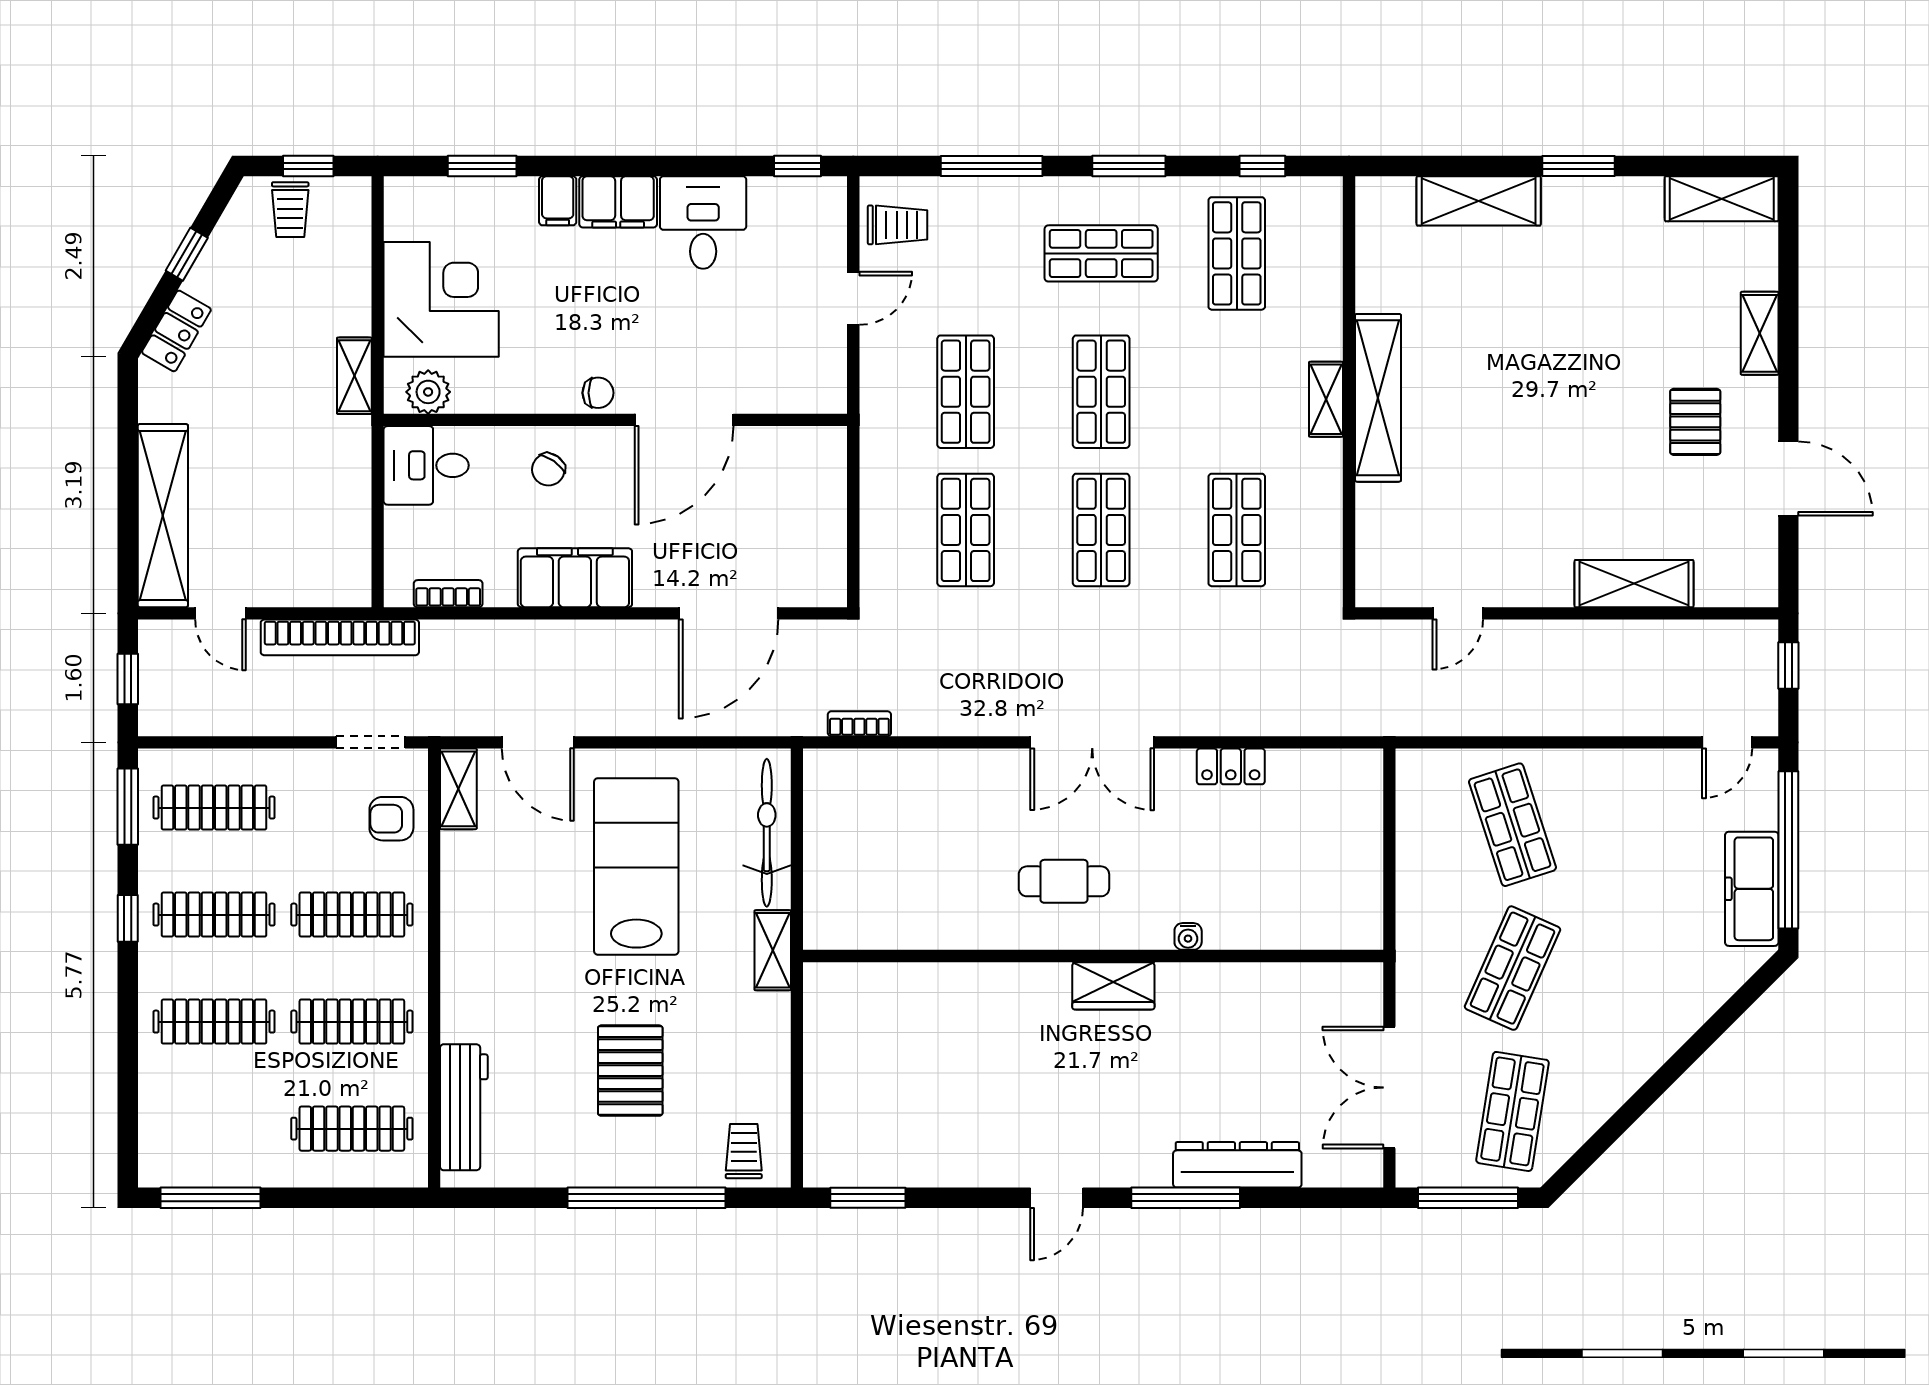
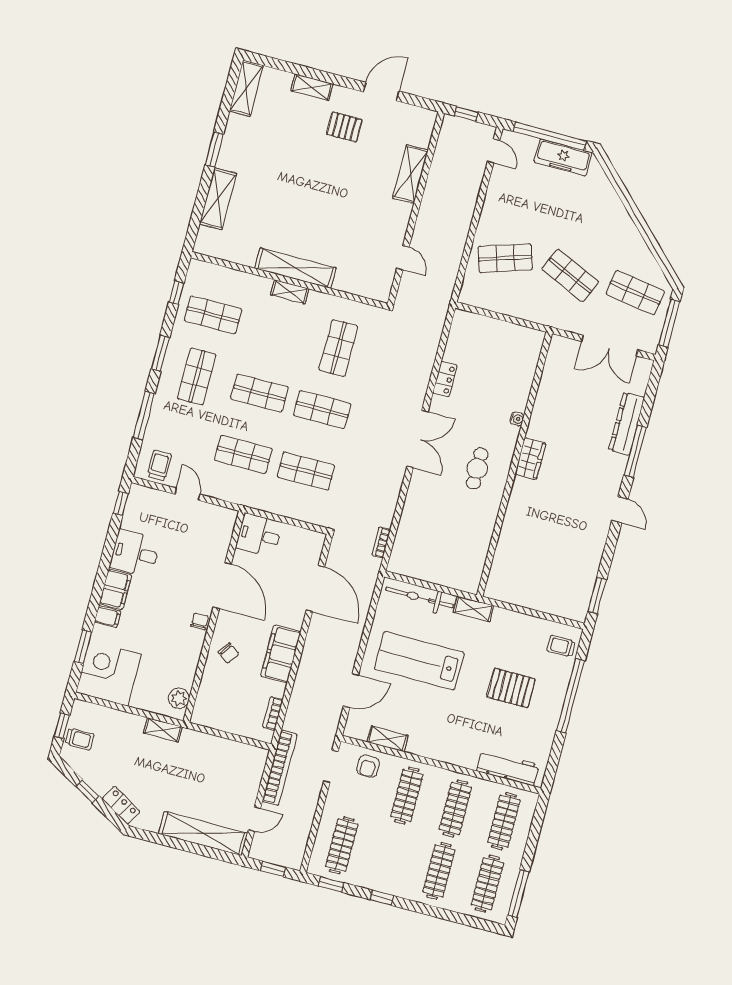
corner desk: (441, 299) -> (109, 673), moved
desk: (426, 465) -> (259, 535), moved, turned 90
shop shelf: (1237, 530) -> (338, 348), turned 90
shelving: (458, 789) -> (388, 739), moved
window: (128, 807) -> (331, 884), width x0.67
clothes rail: (214, 915) -> (487, 884), moved

